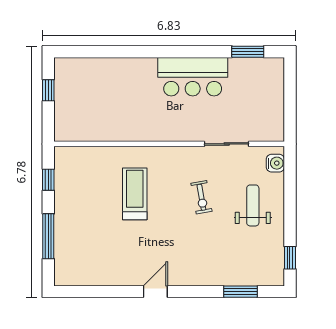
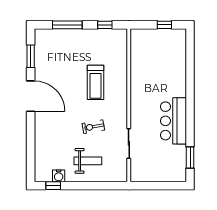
water cooler: (275, 163) -> (59, 176), moved
treadmill: (135, 194) -> (95, 82), turned 90
door: (155, 292) -> (31, 96), width x1.88
window: (240, 292) -> (31, 56), moved

